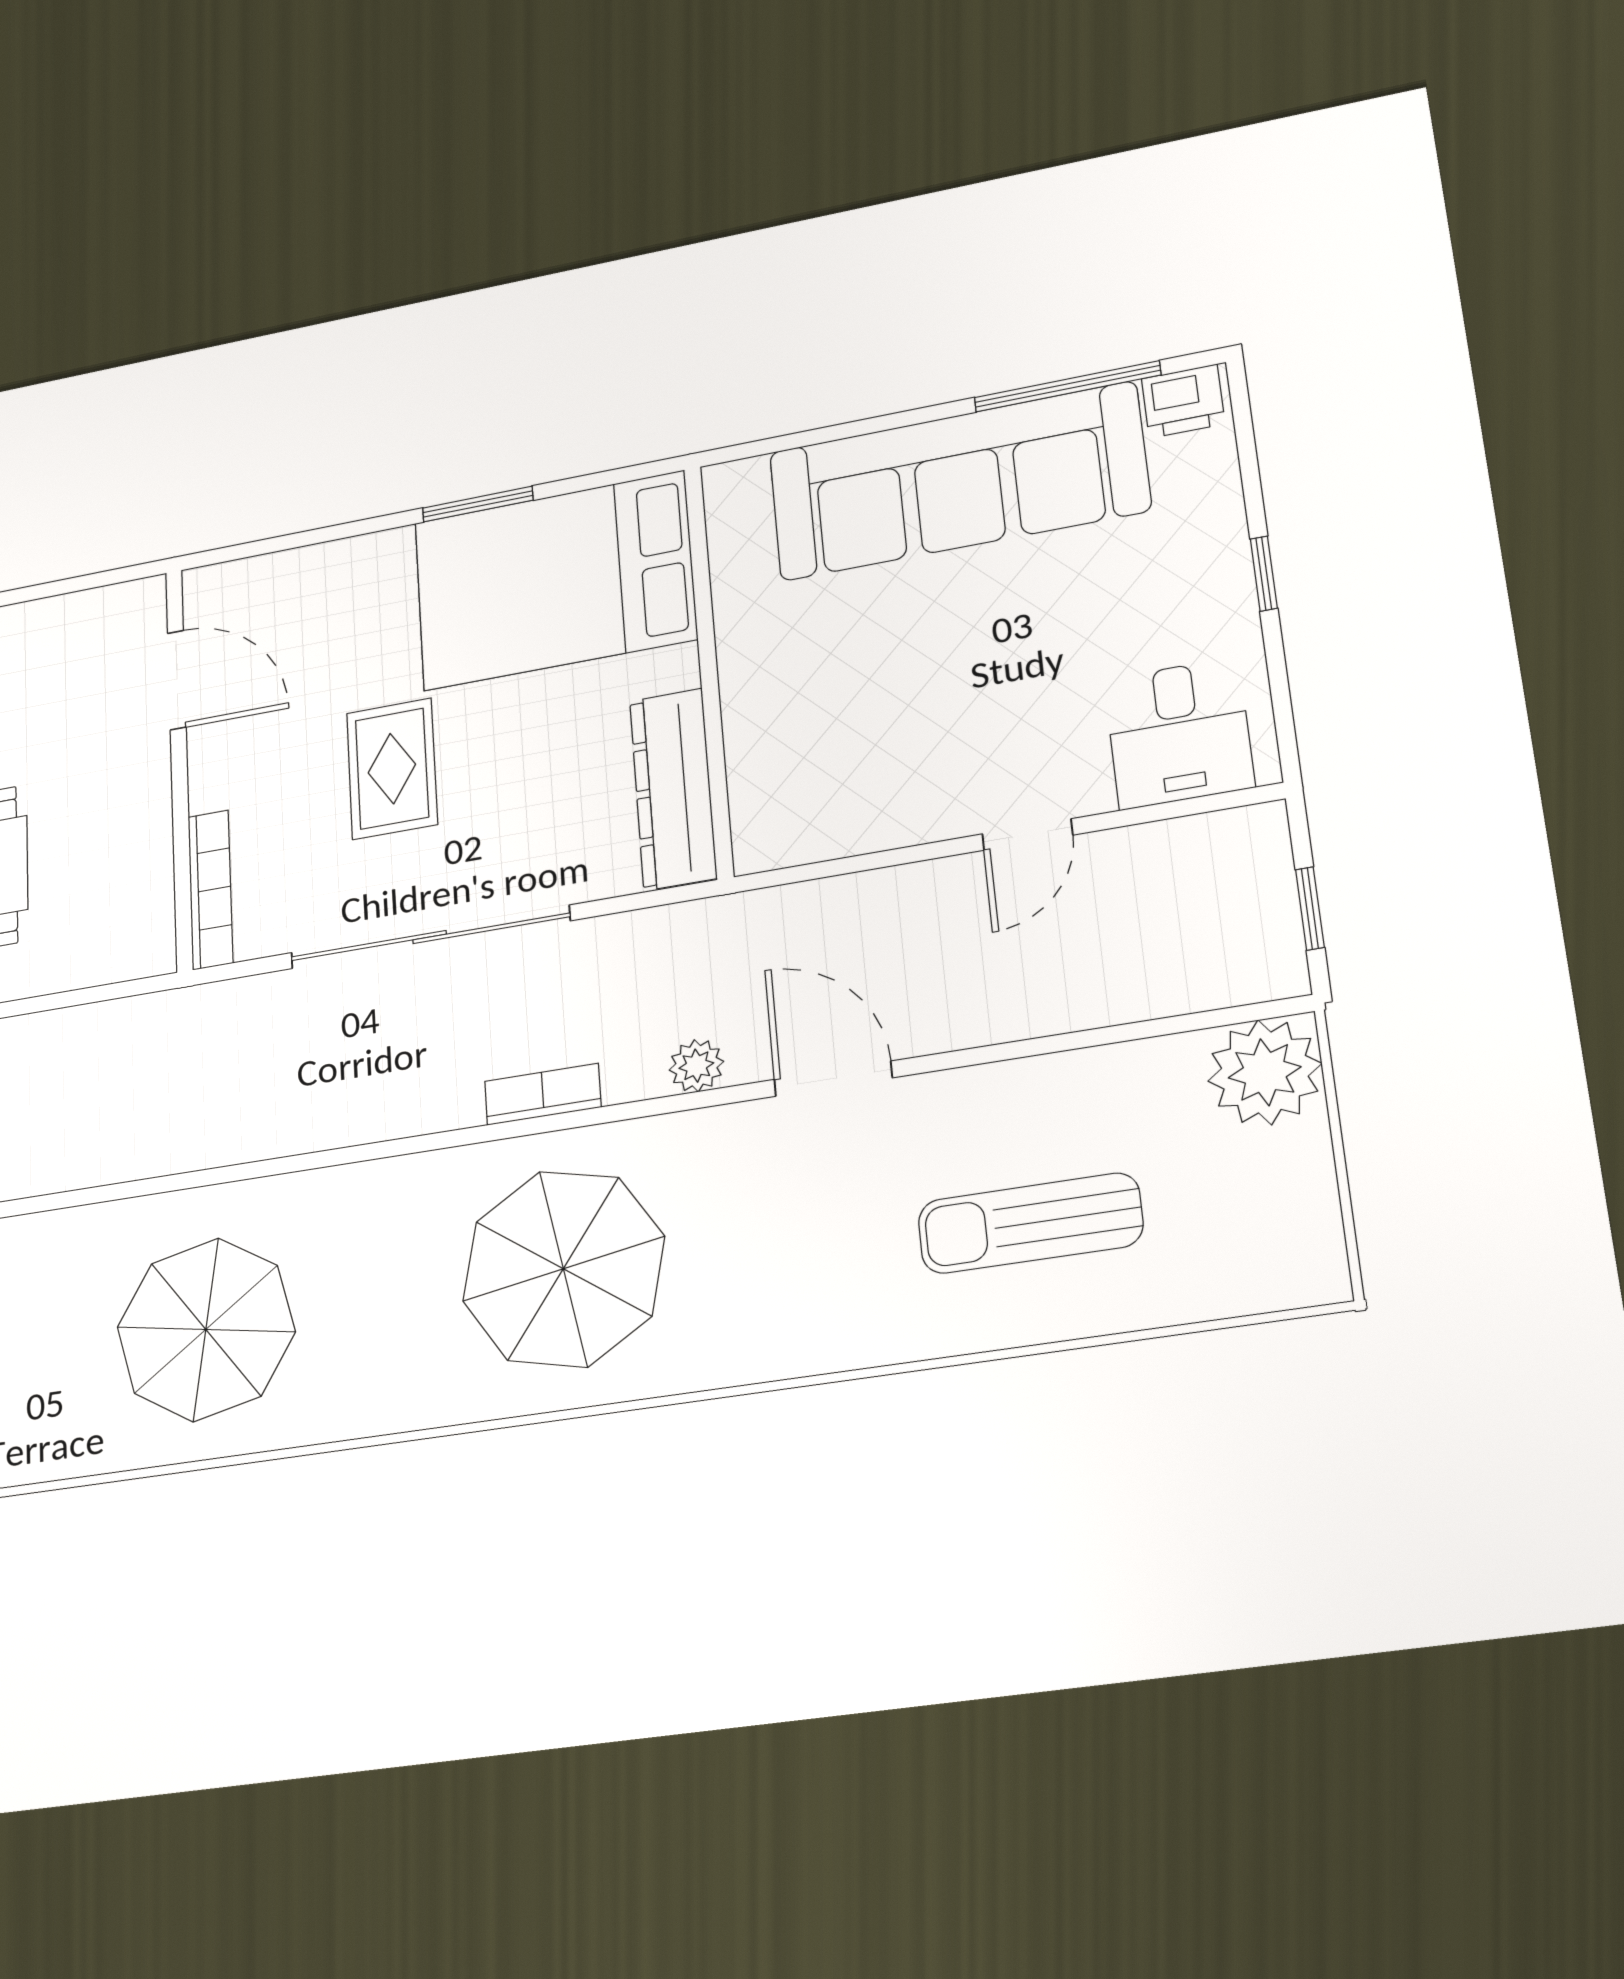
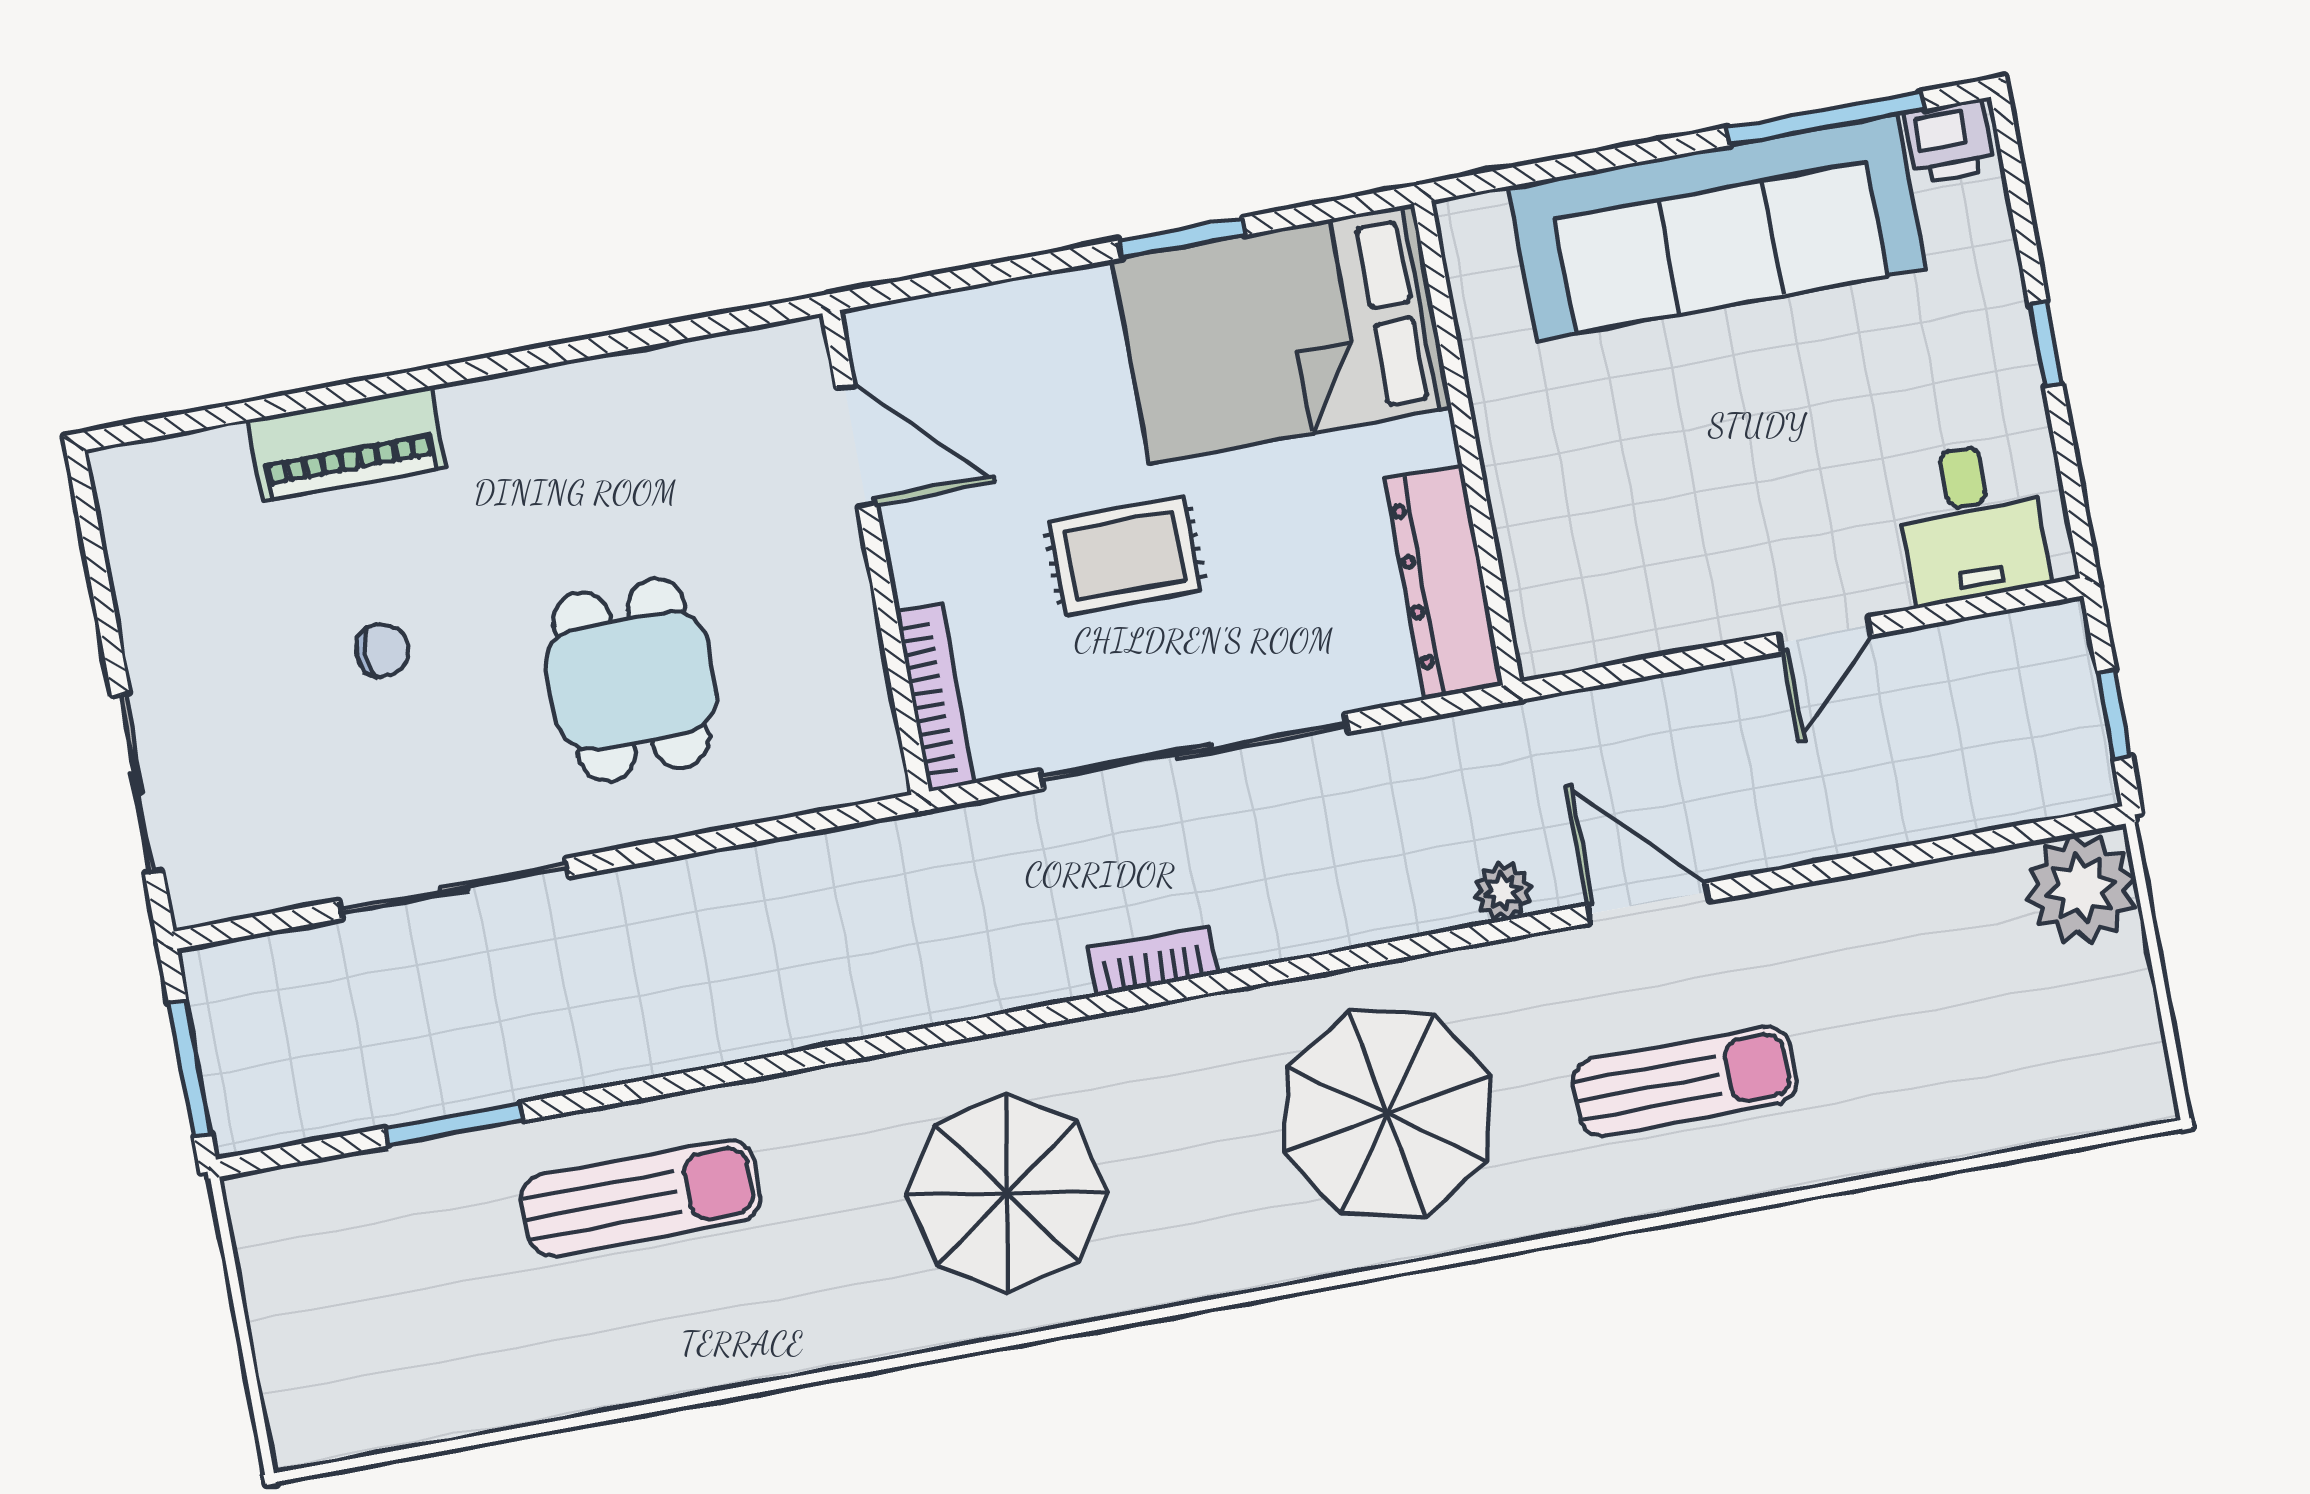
rug: (392, 769) -> (1125, 556), turned 90
bookcase: (543, 1094) -> (1152, 961), moved
sun lounger: (1030, 1223) -> (1684, 1081), moved, turned 180

